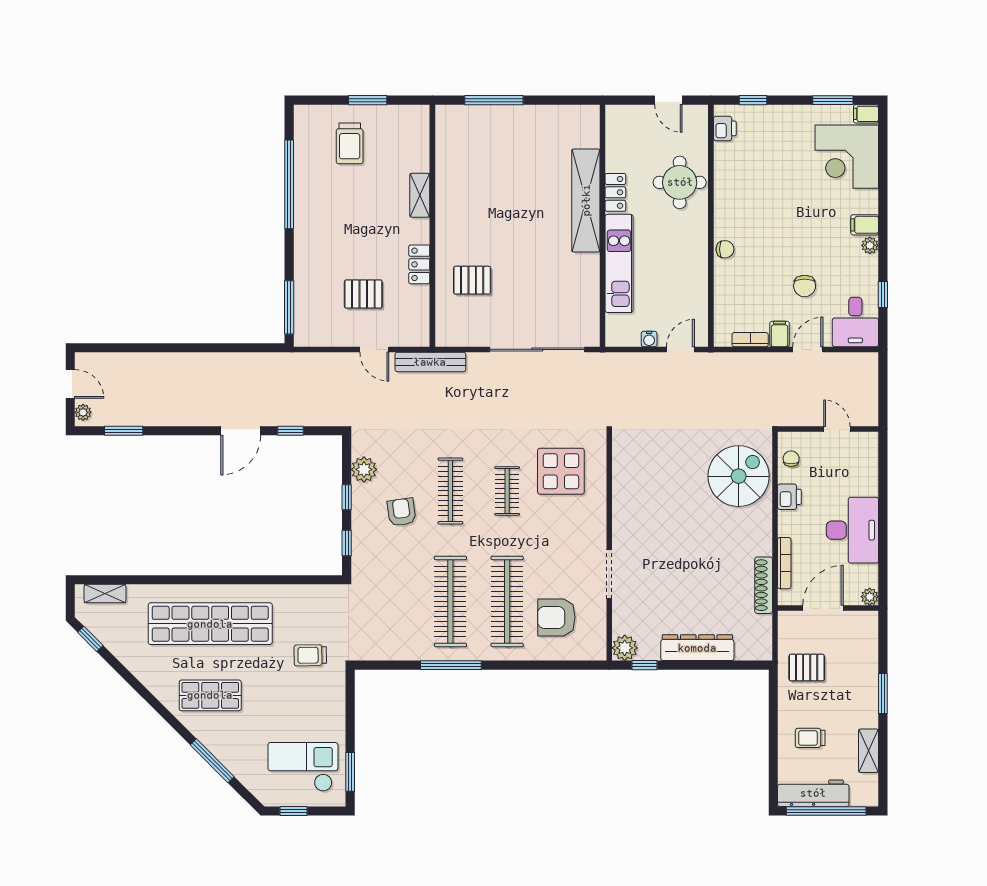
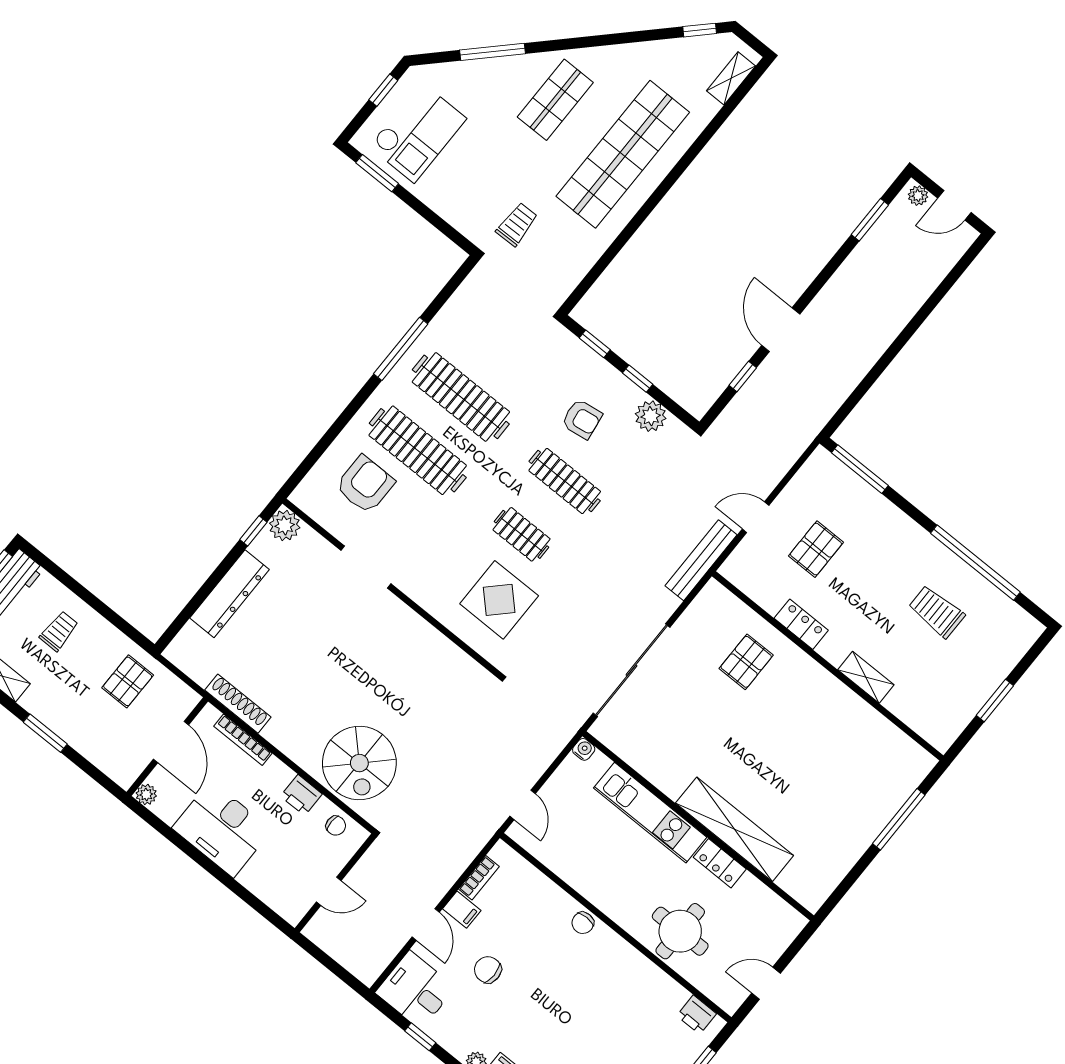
trolley: (350, 143) -> (936, 612), moved
water cooler: (649, 339) -> (584, 749), moved, turned 90

